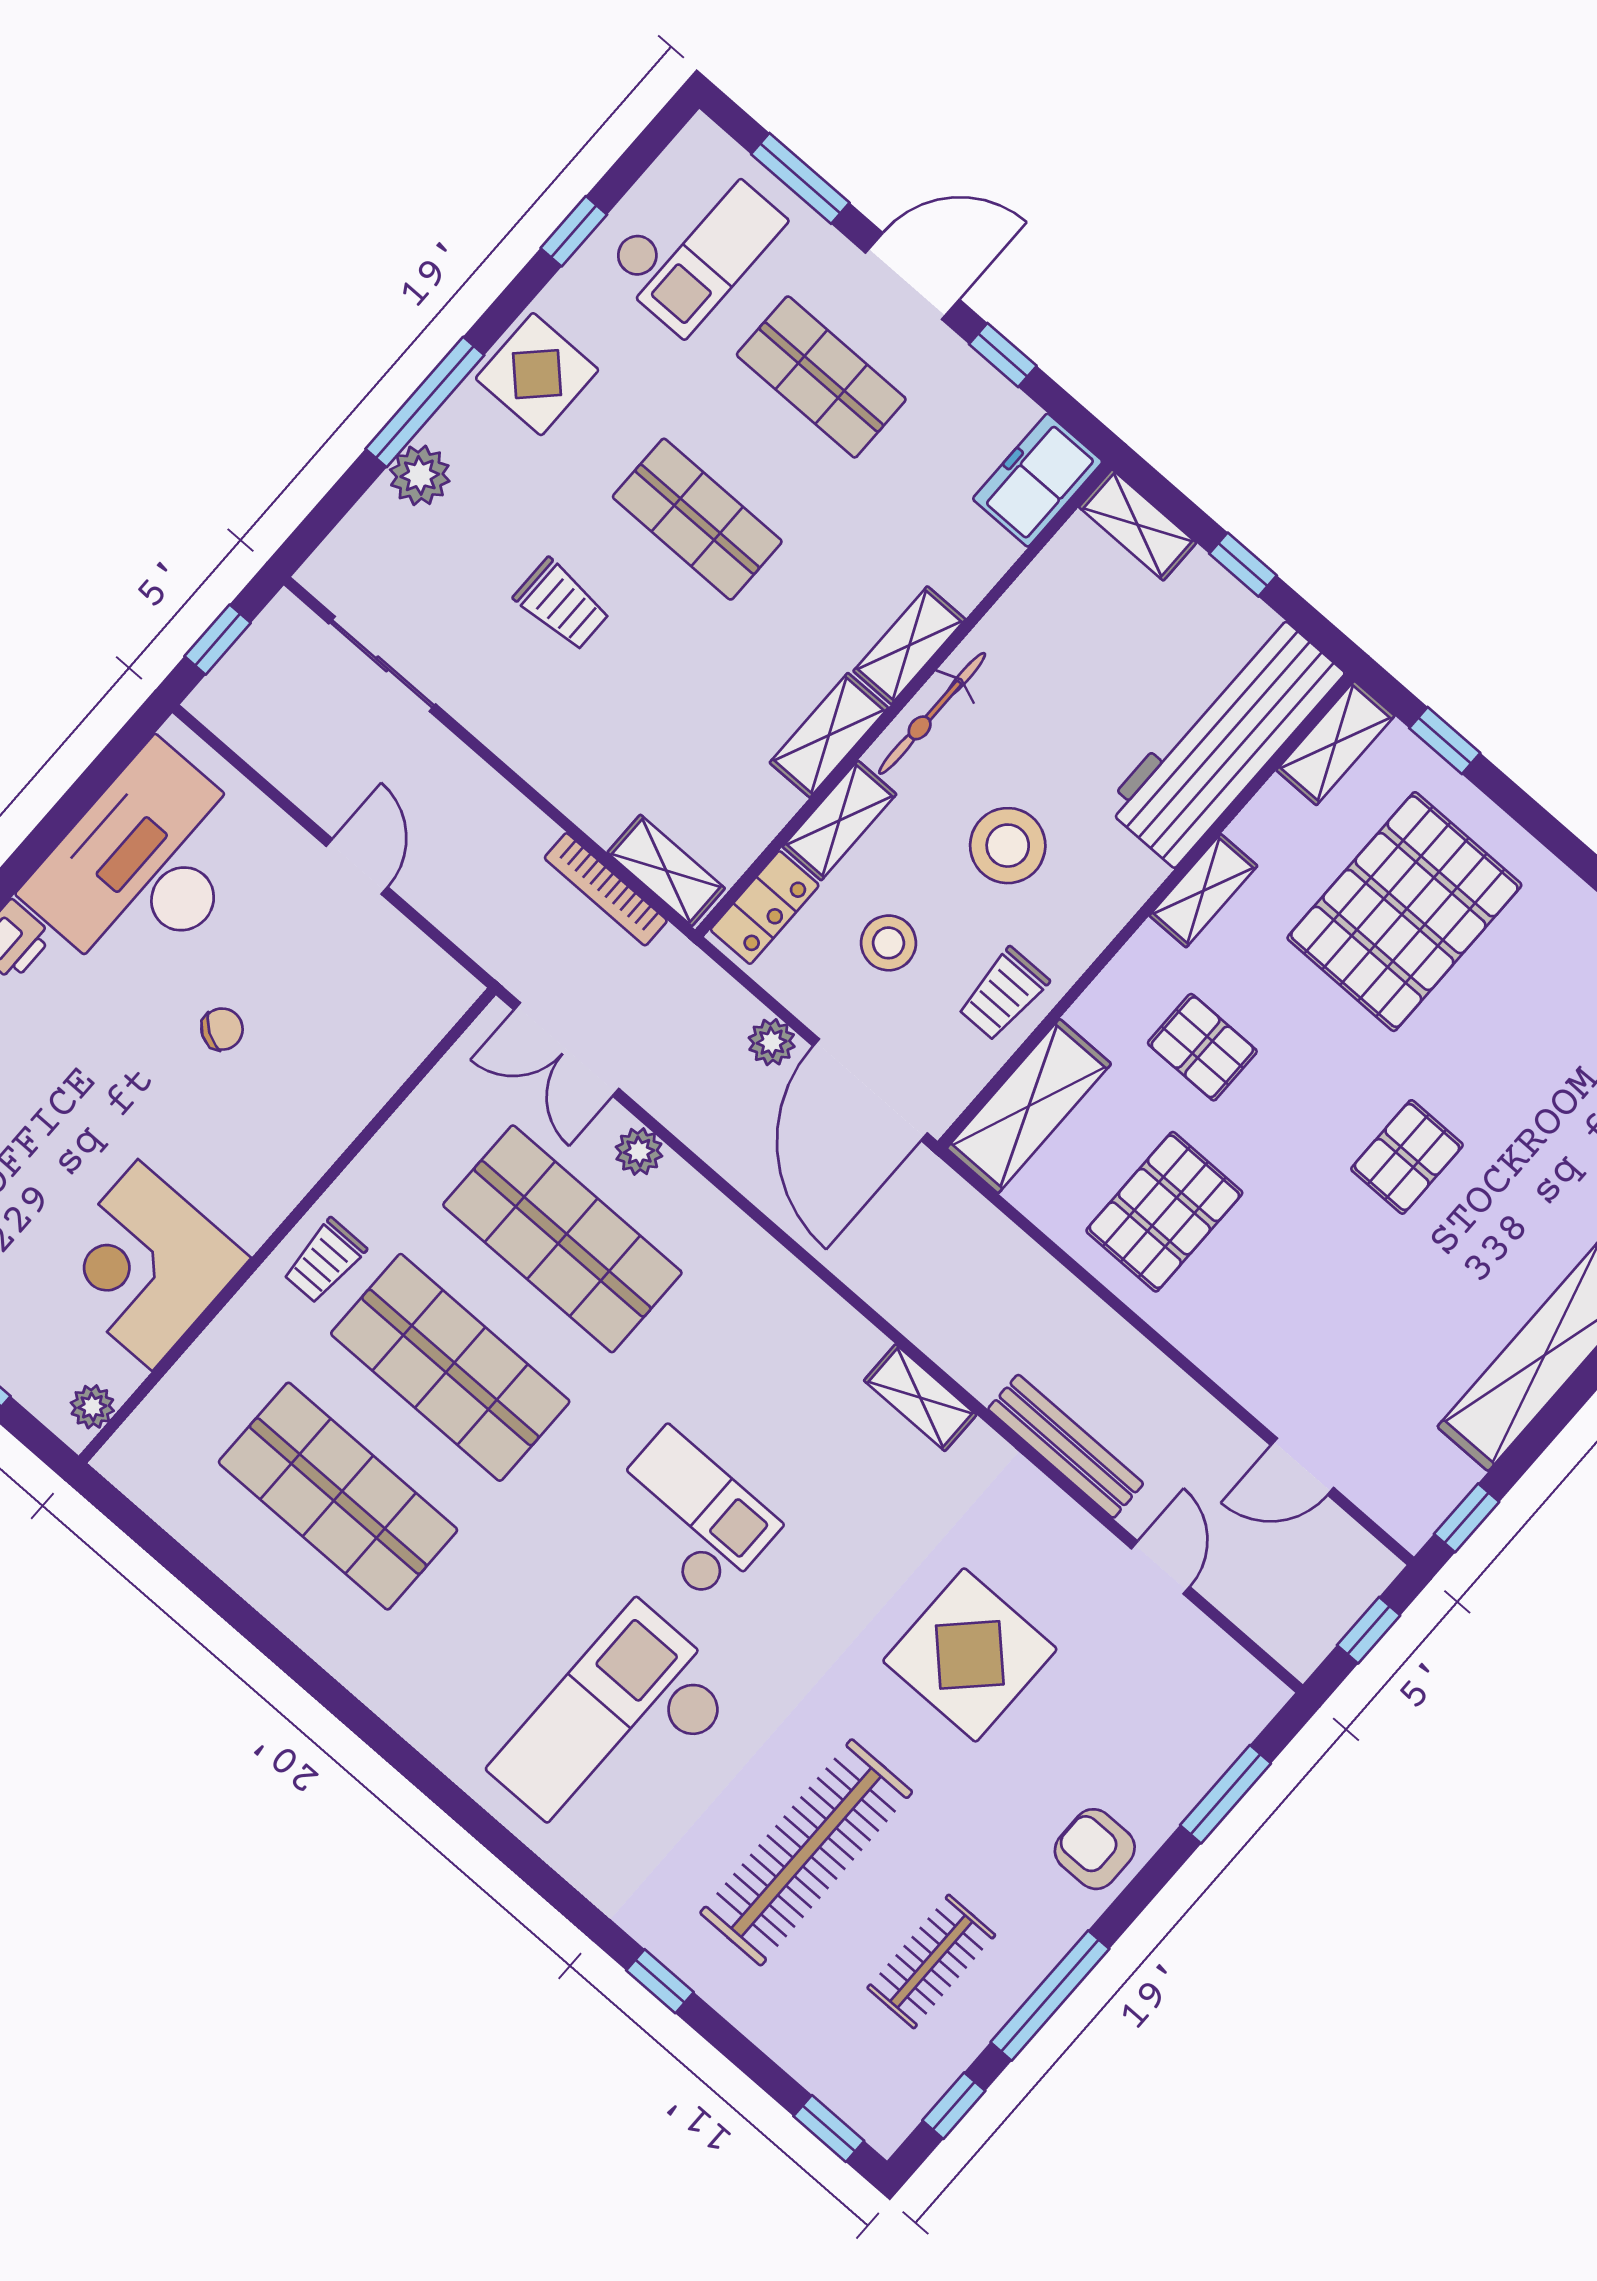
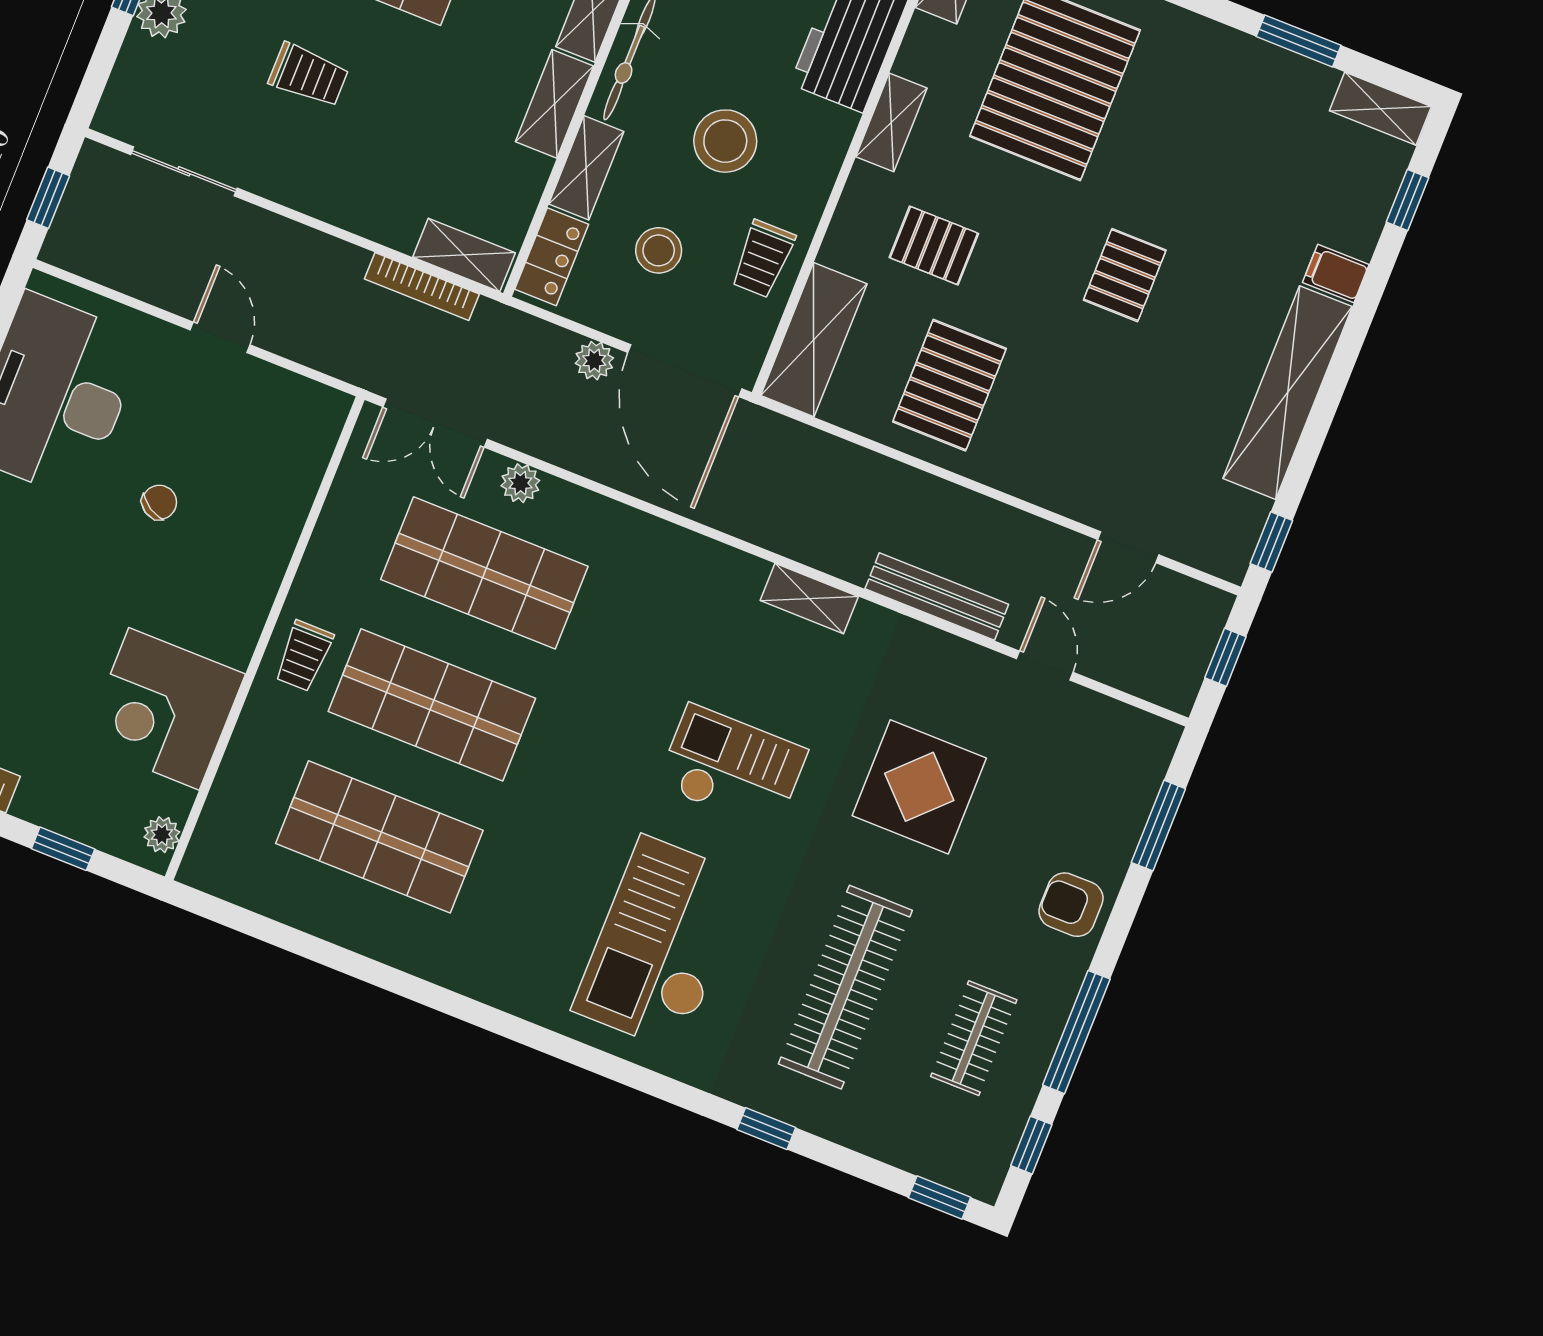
checkout: (690, 1515) -> (732, 768), moved

